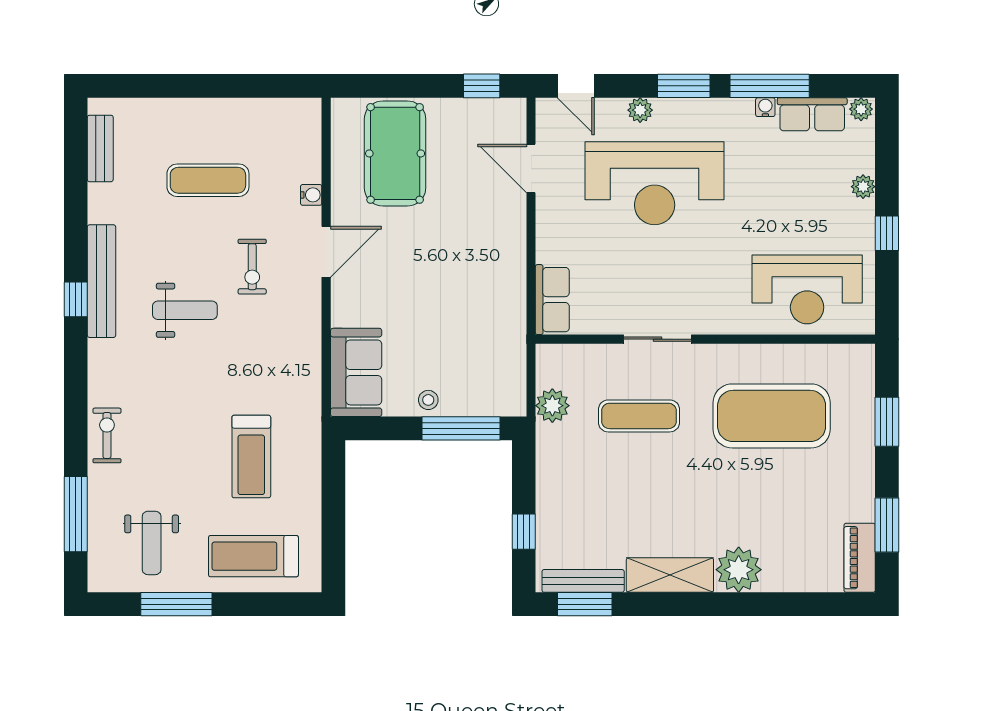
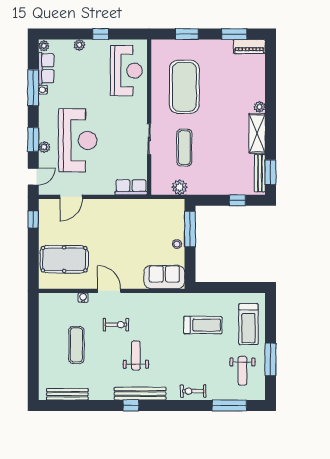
window: (684, 86) -> (33, 140), moved
bench: (100, 148) -> (67, 394), width x1.36
bench: (102, 281) -> (140, 394), moved
weight bench: (152, 543) -> (242, 371), turned 90
plant: (739, 570) -> (260, 107), width x0.53, depth x0.53

